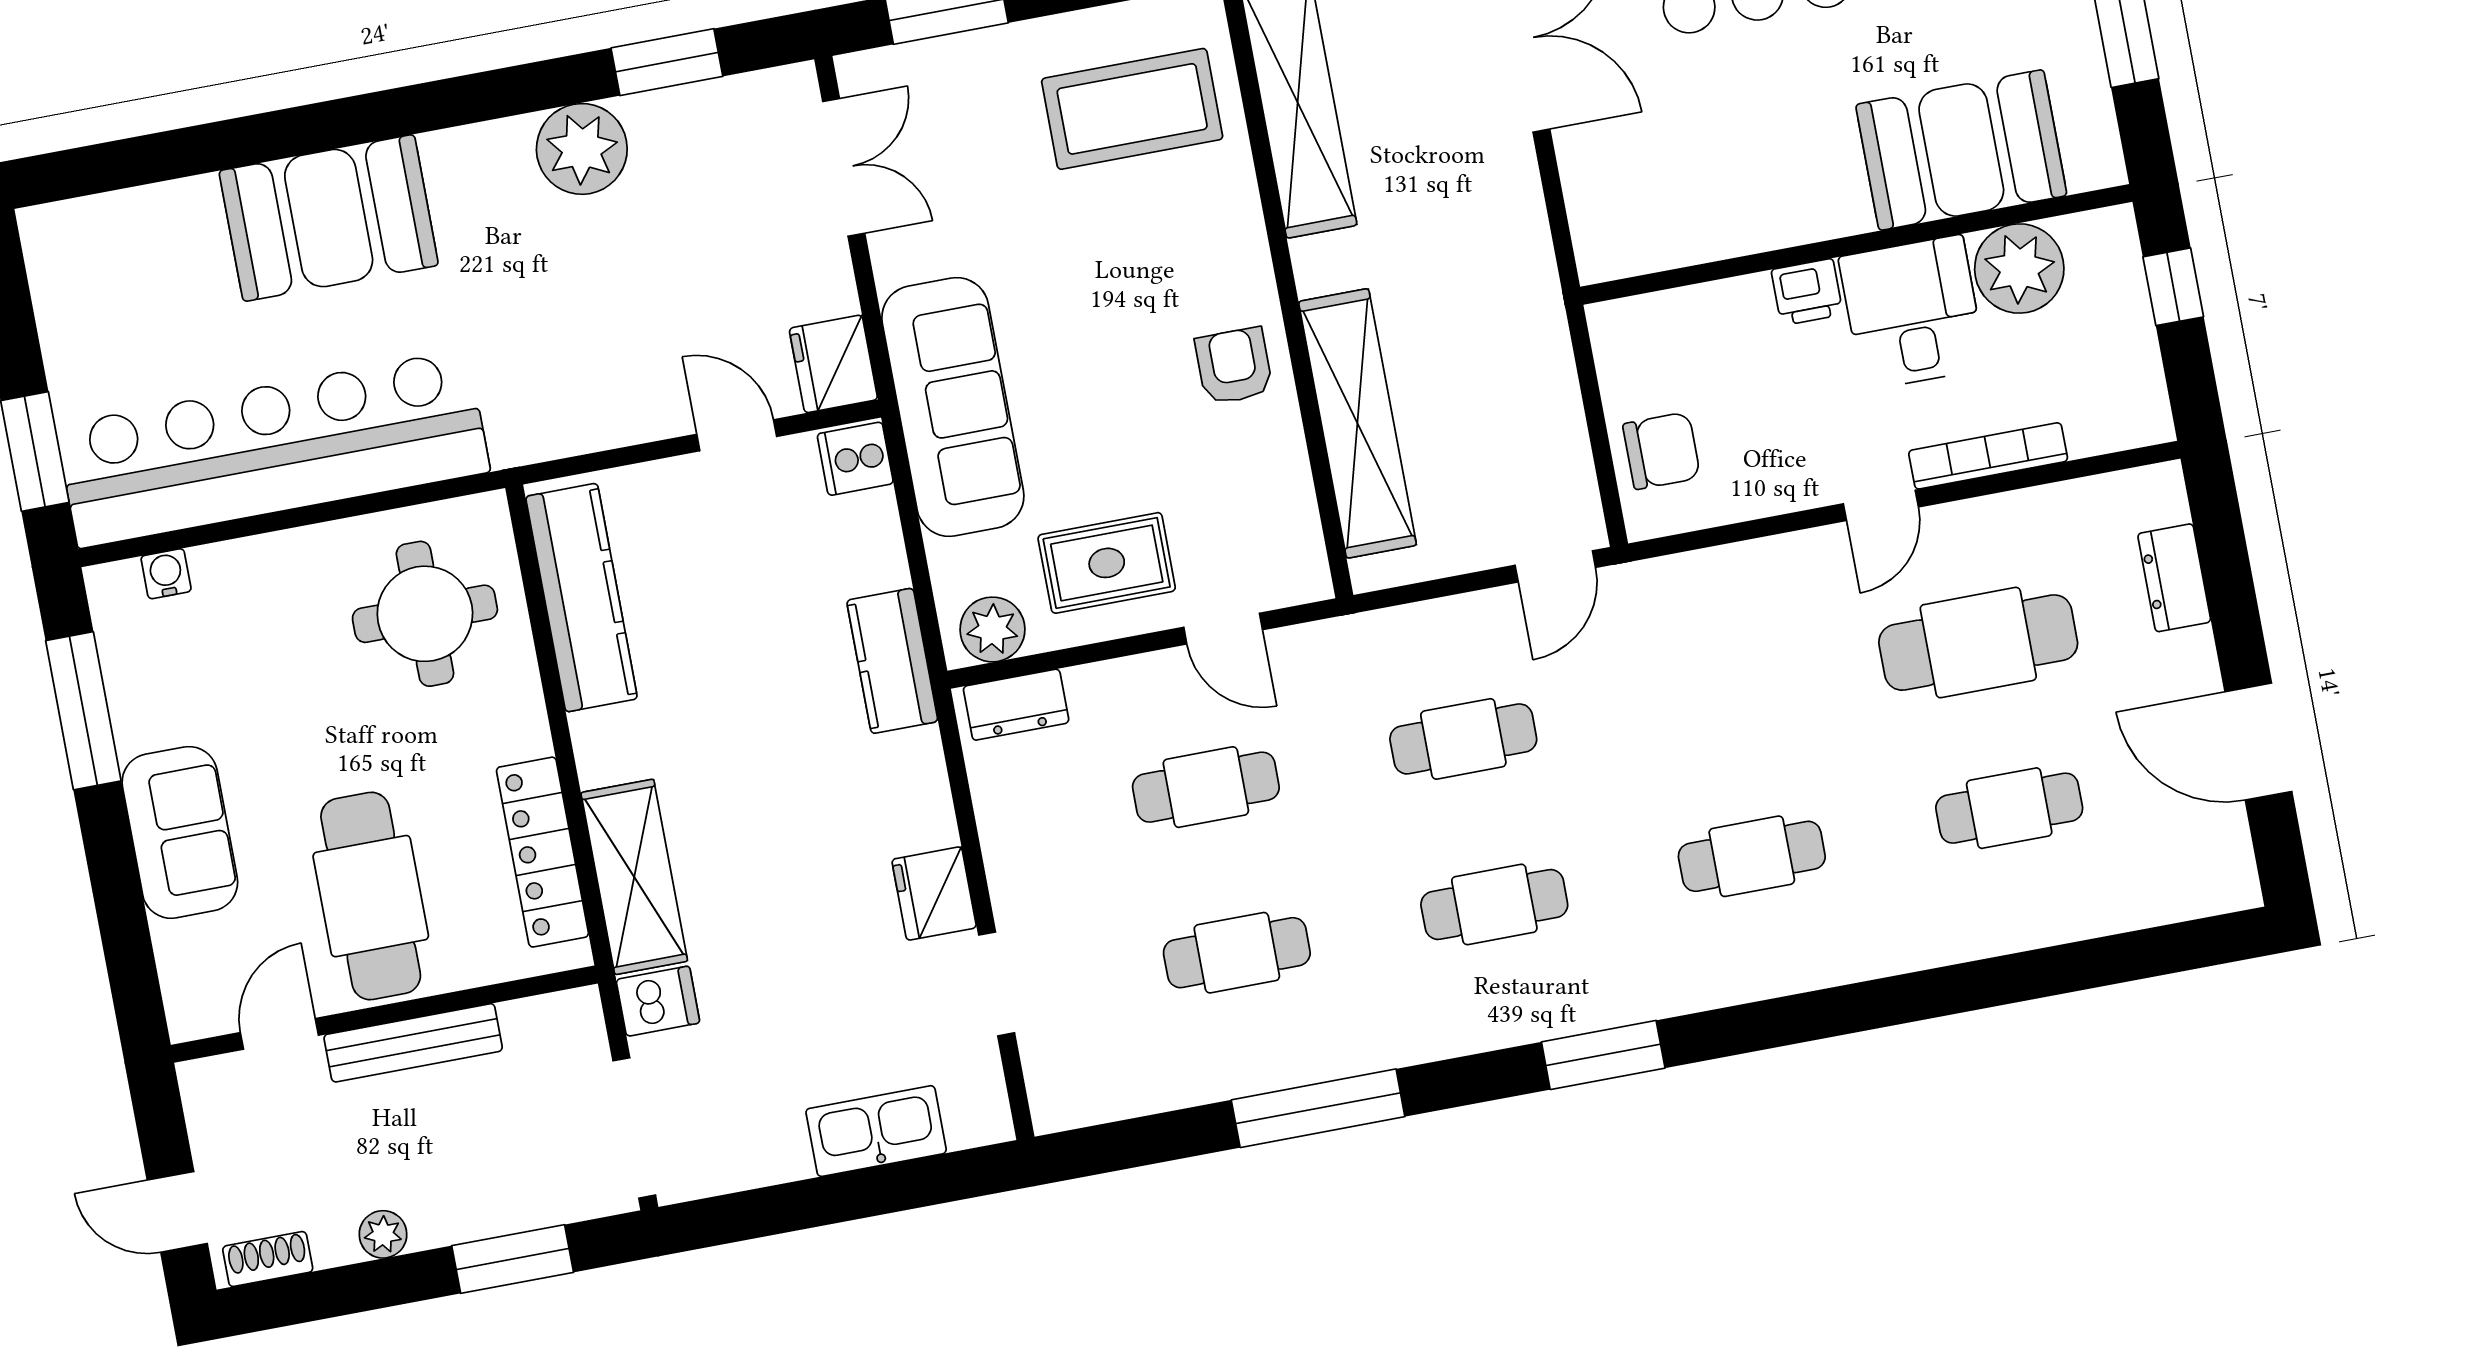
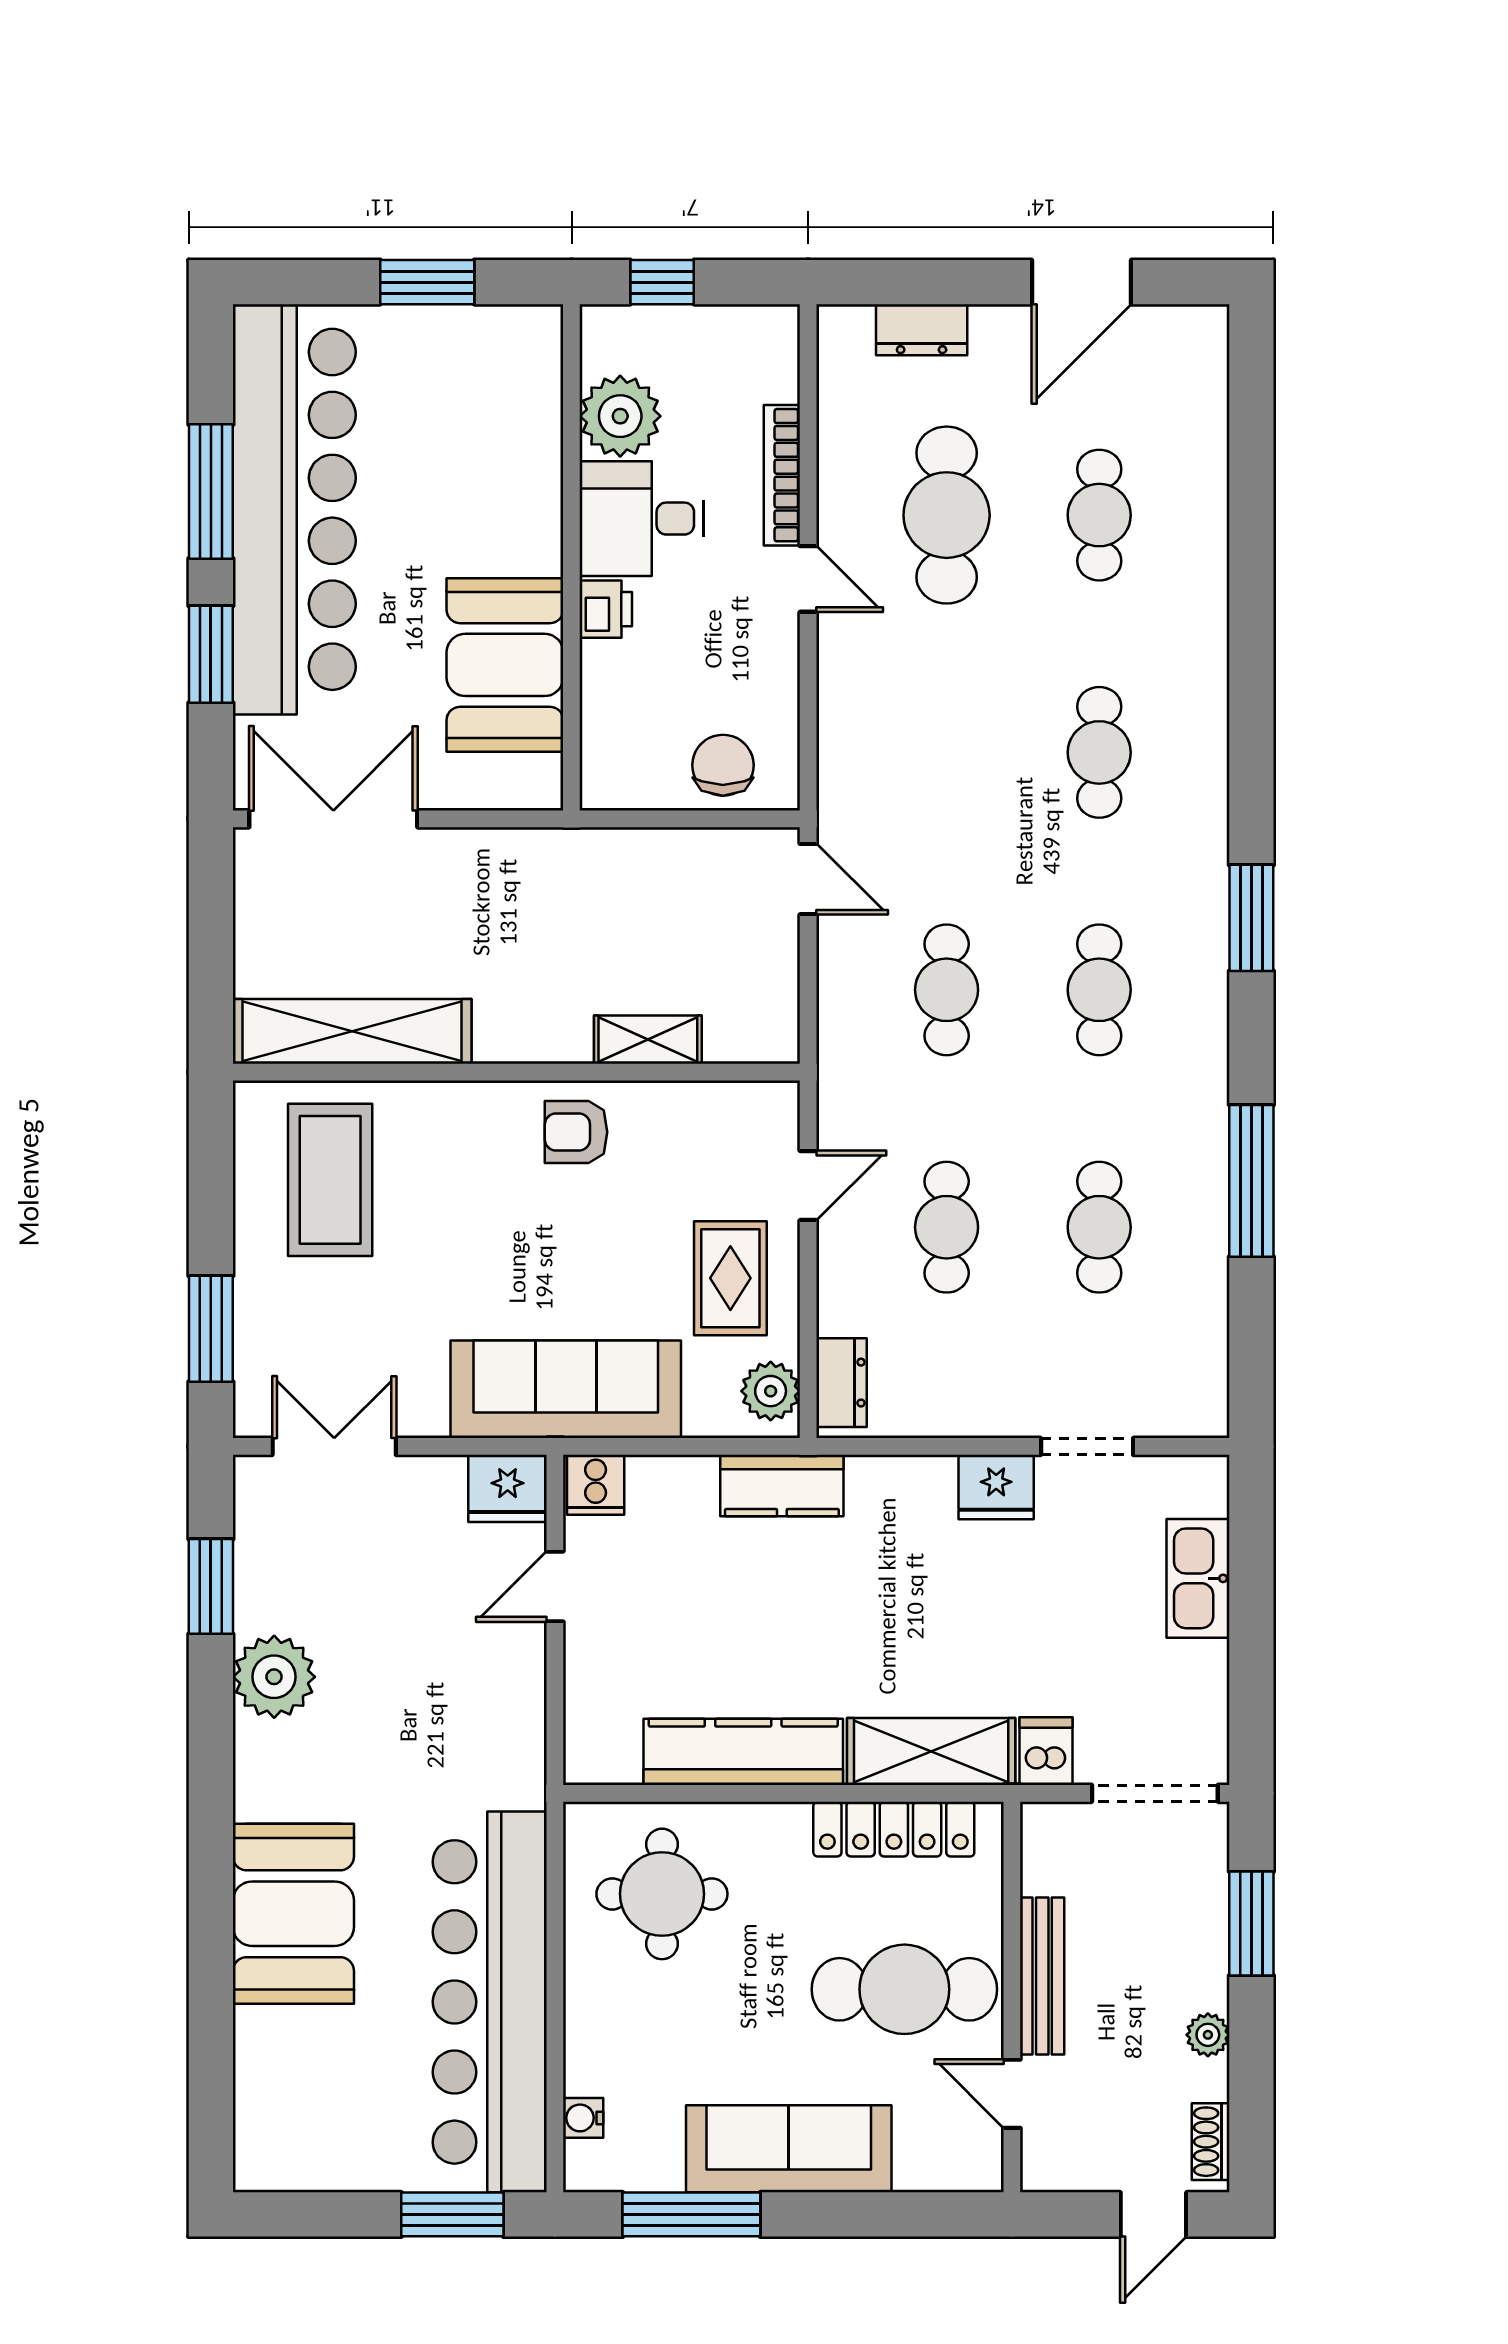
booth: (1961, 150) -> (505, 665), moved
shelving: (1357, 423) -> (648, 1040), width x0.45, depth x0.75
kitchen counter: (582, 598) -> (743, 1752), moved
sofa: (180, 832) -> (789, 2149), width x1.36

